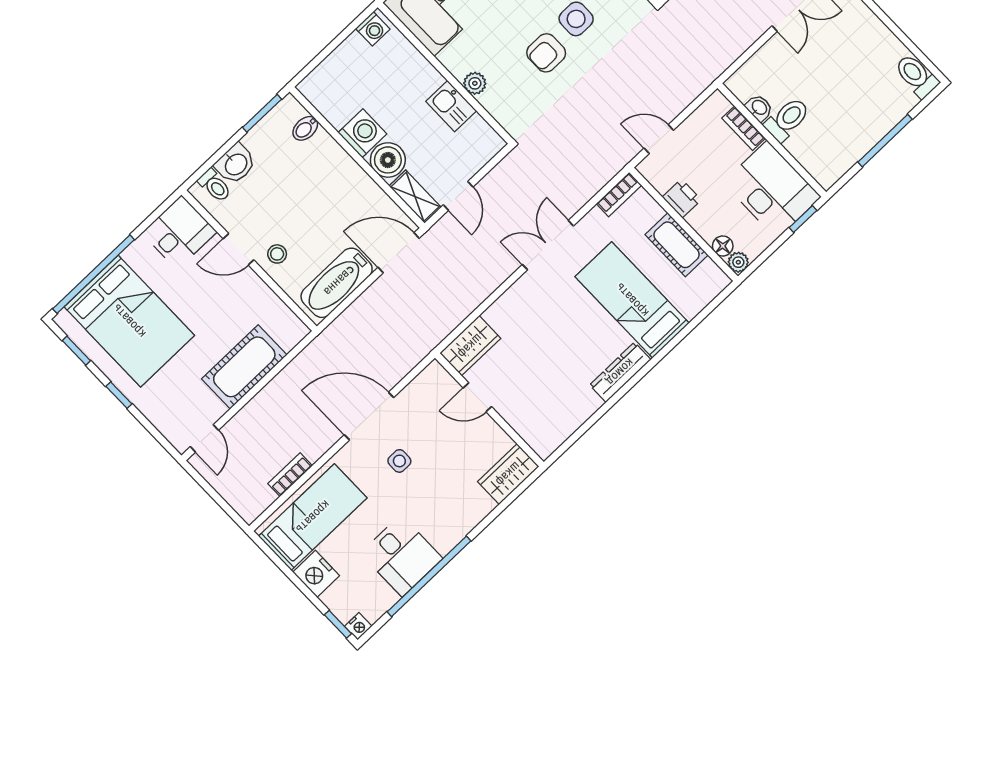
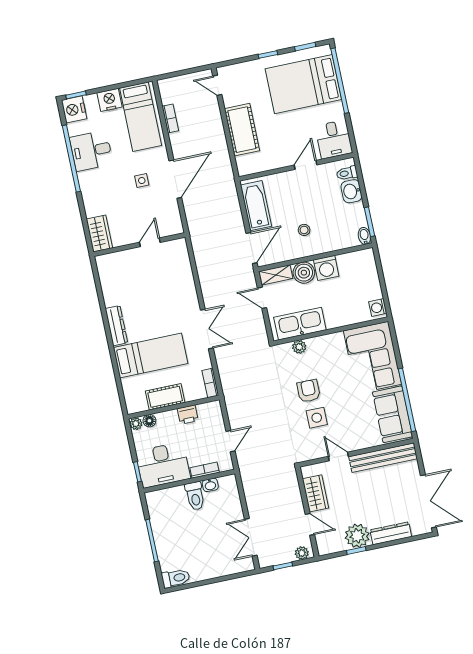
plant: (475, 83) -> (299, 347), moved
kitchen sink: (451, 106) -> (300, 324), width x1.87, depth x1.24
bidet: (305, 128) -> (364, 236), moved
door: (659, 139) -> (230, 441), moved
stool: (277, 254) -> (304, 230), moved
wardrobe: (470, 346) -> (179, 255), removed
nightstand: (358, 626) -> (74, 109), width x1.89, depth x1.79

